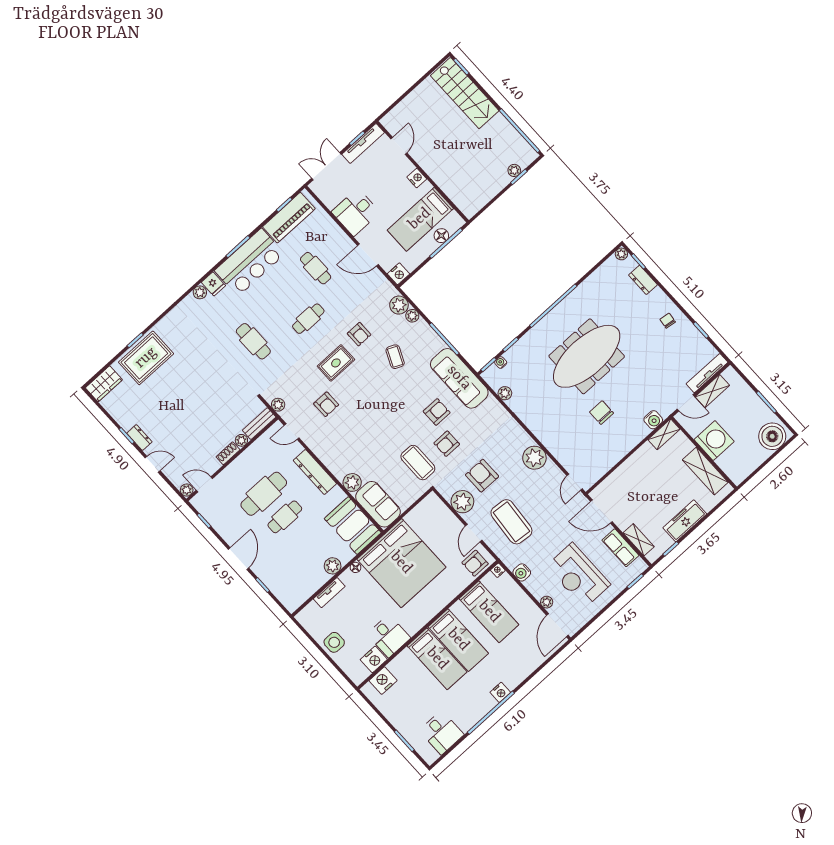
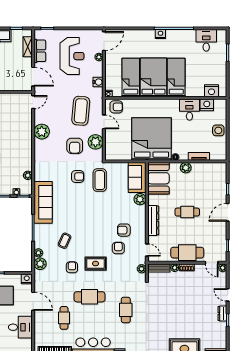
cafe table: (308, 319) -> (90, 297), width x1.37, depth x1.35
armchair: (437, 412) -> (124, 230), moved
cafe table: (264, 494) -> (187, 253), moved
door: (474, 533) -> (104, 122), hinge flipped
bed: (458, 640) -> (153, 77), width x1.50

